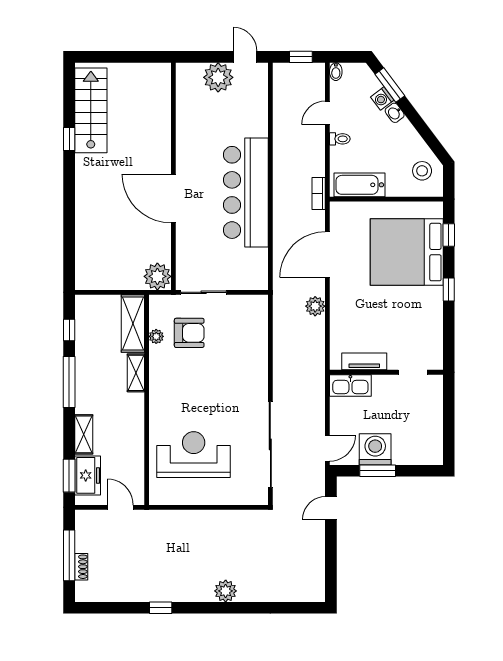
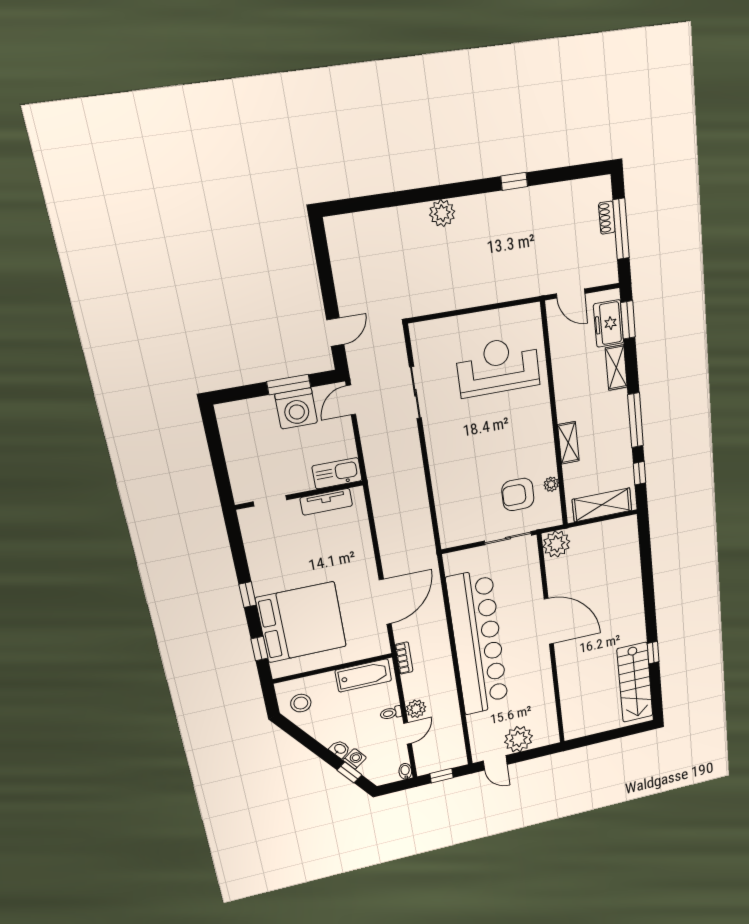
window: (390, 85) -> (349, 772), width x0.67
bar counter: (246, 192) -> (478, 643), width x1.36
plant: (315, 306) -> (416, 709), moved
shelving: (133, 323) -> (602, 505), moved, turned 90
sliding door: (270, 444) -> (415, 393), width x0.54
reception desk: (194, 455) -> (498, 366), turned 180

